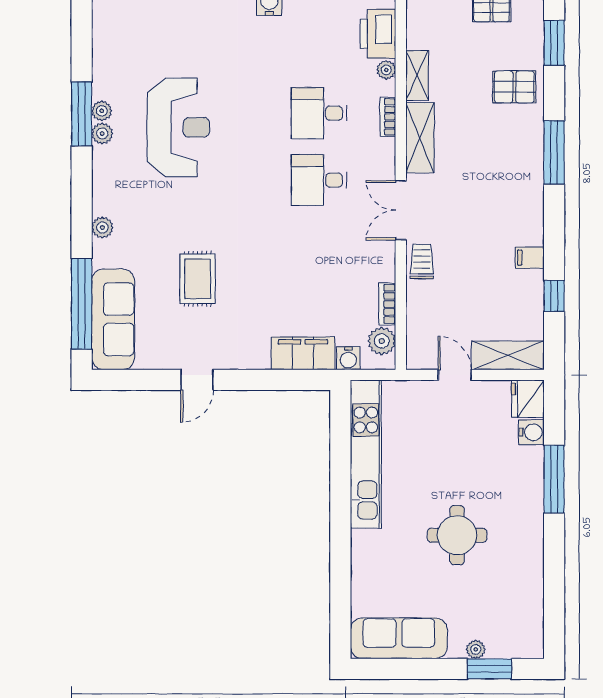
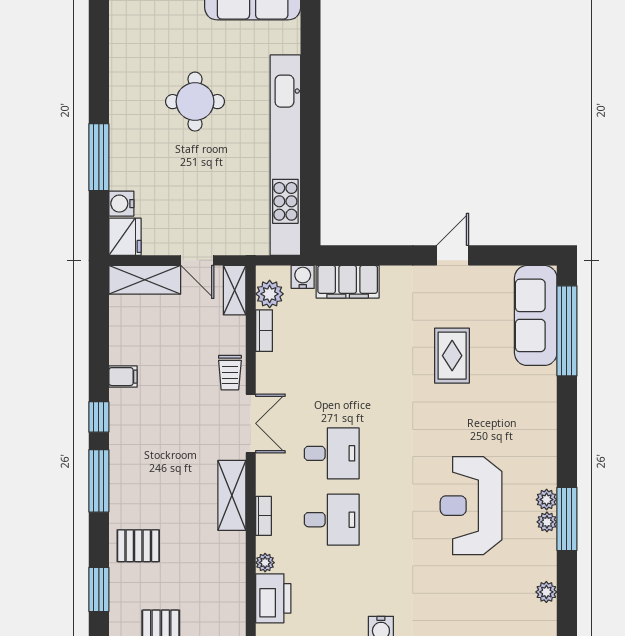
shelving: (417, 75) -> (235, 290), moved
plant: (102, 228) -> (546, 592), moved
window: (554, 296) -> (99, 417), moved
kitchen unit: (366, 454) -> (285, 155), width x1.36

